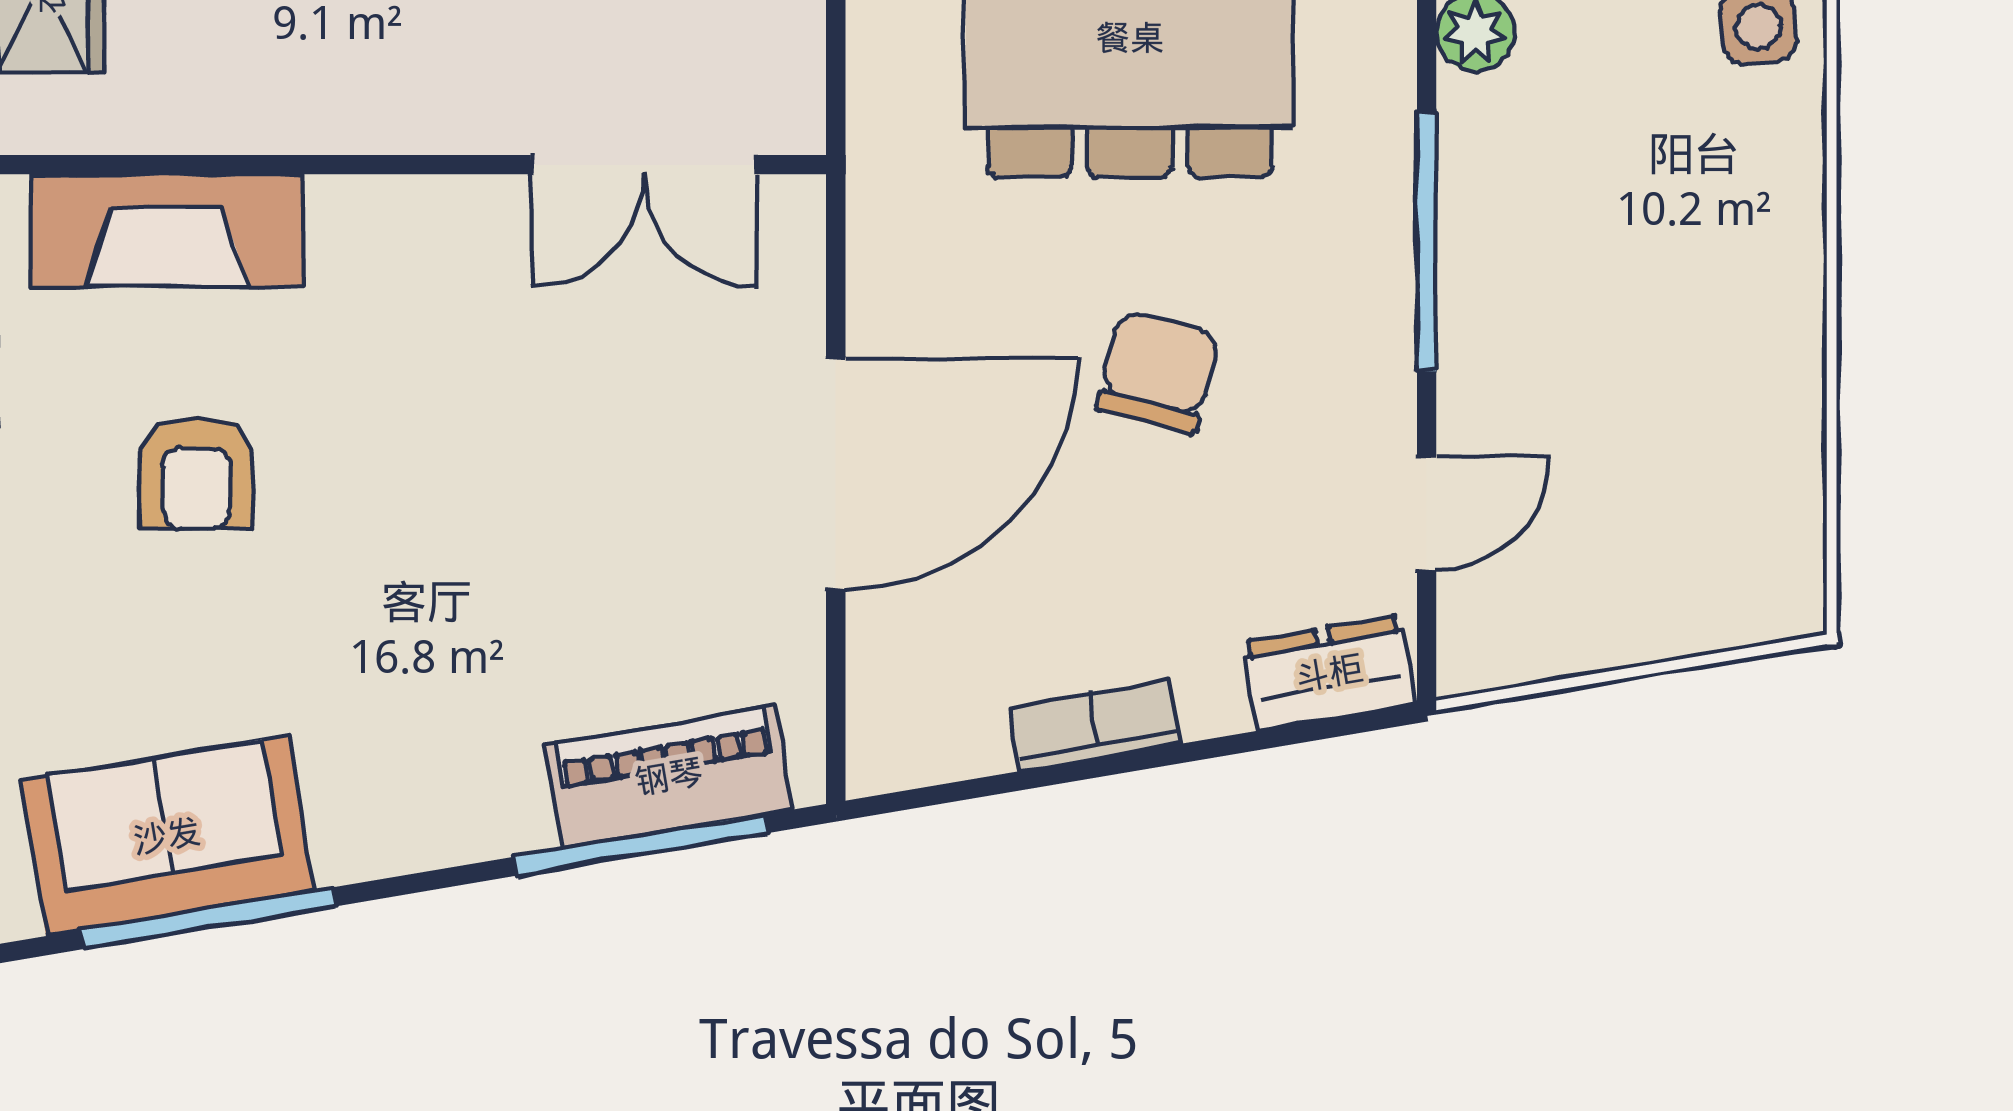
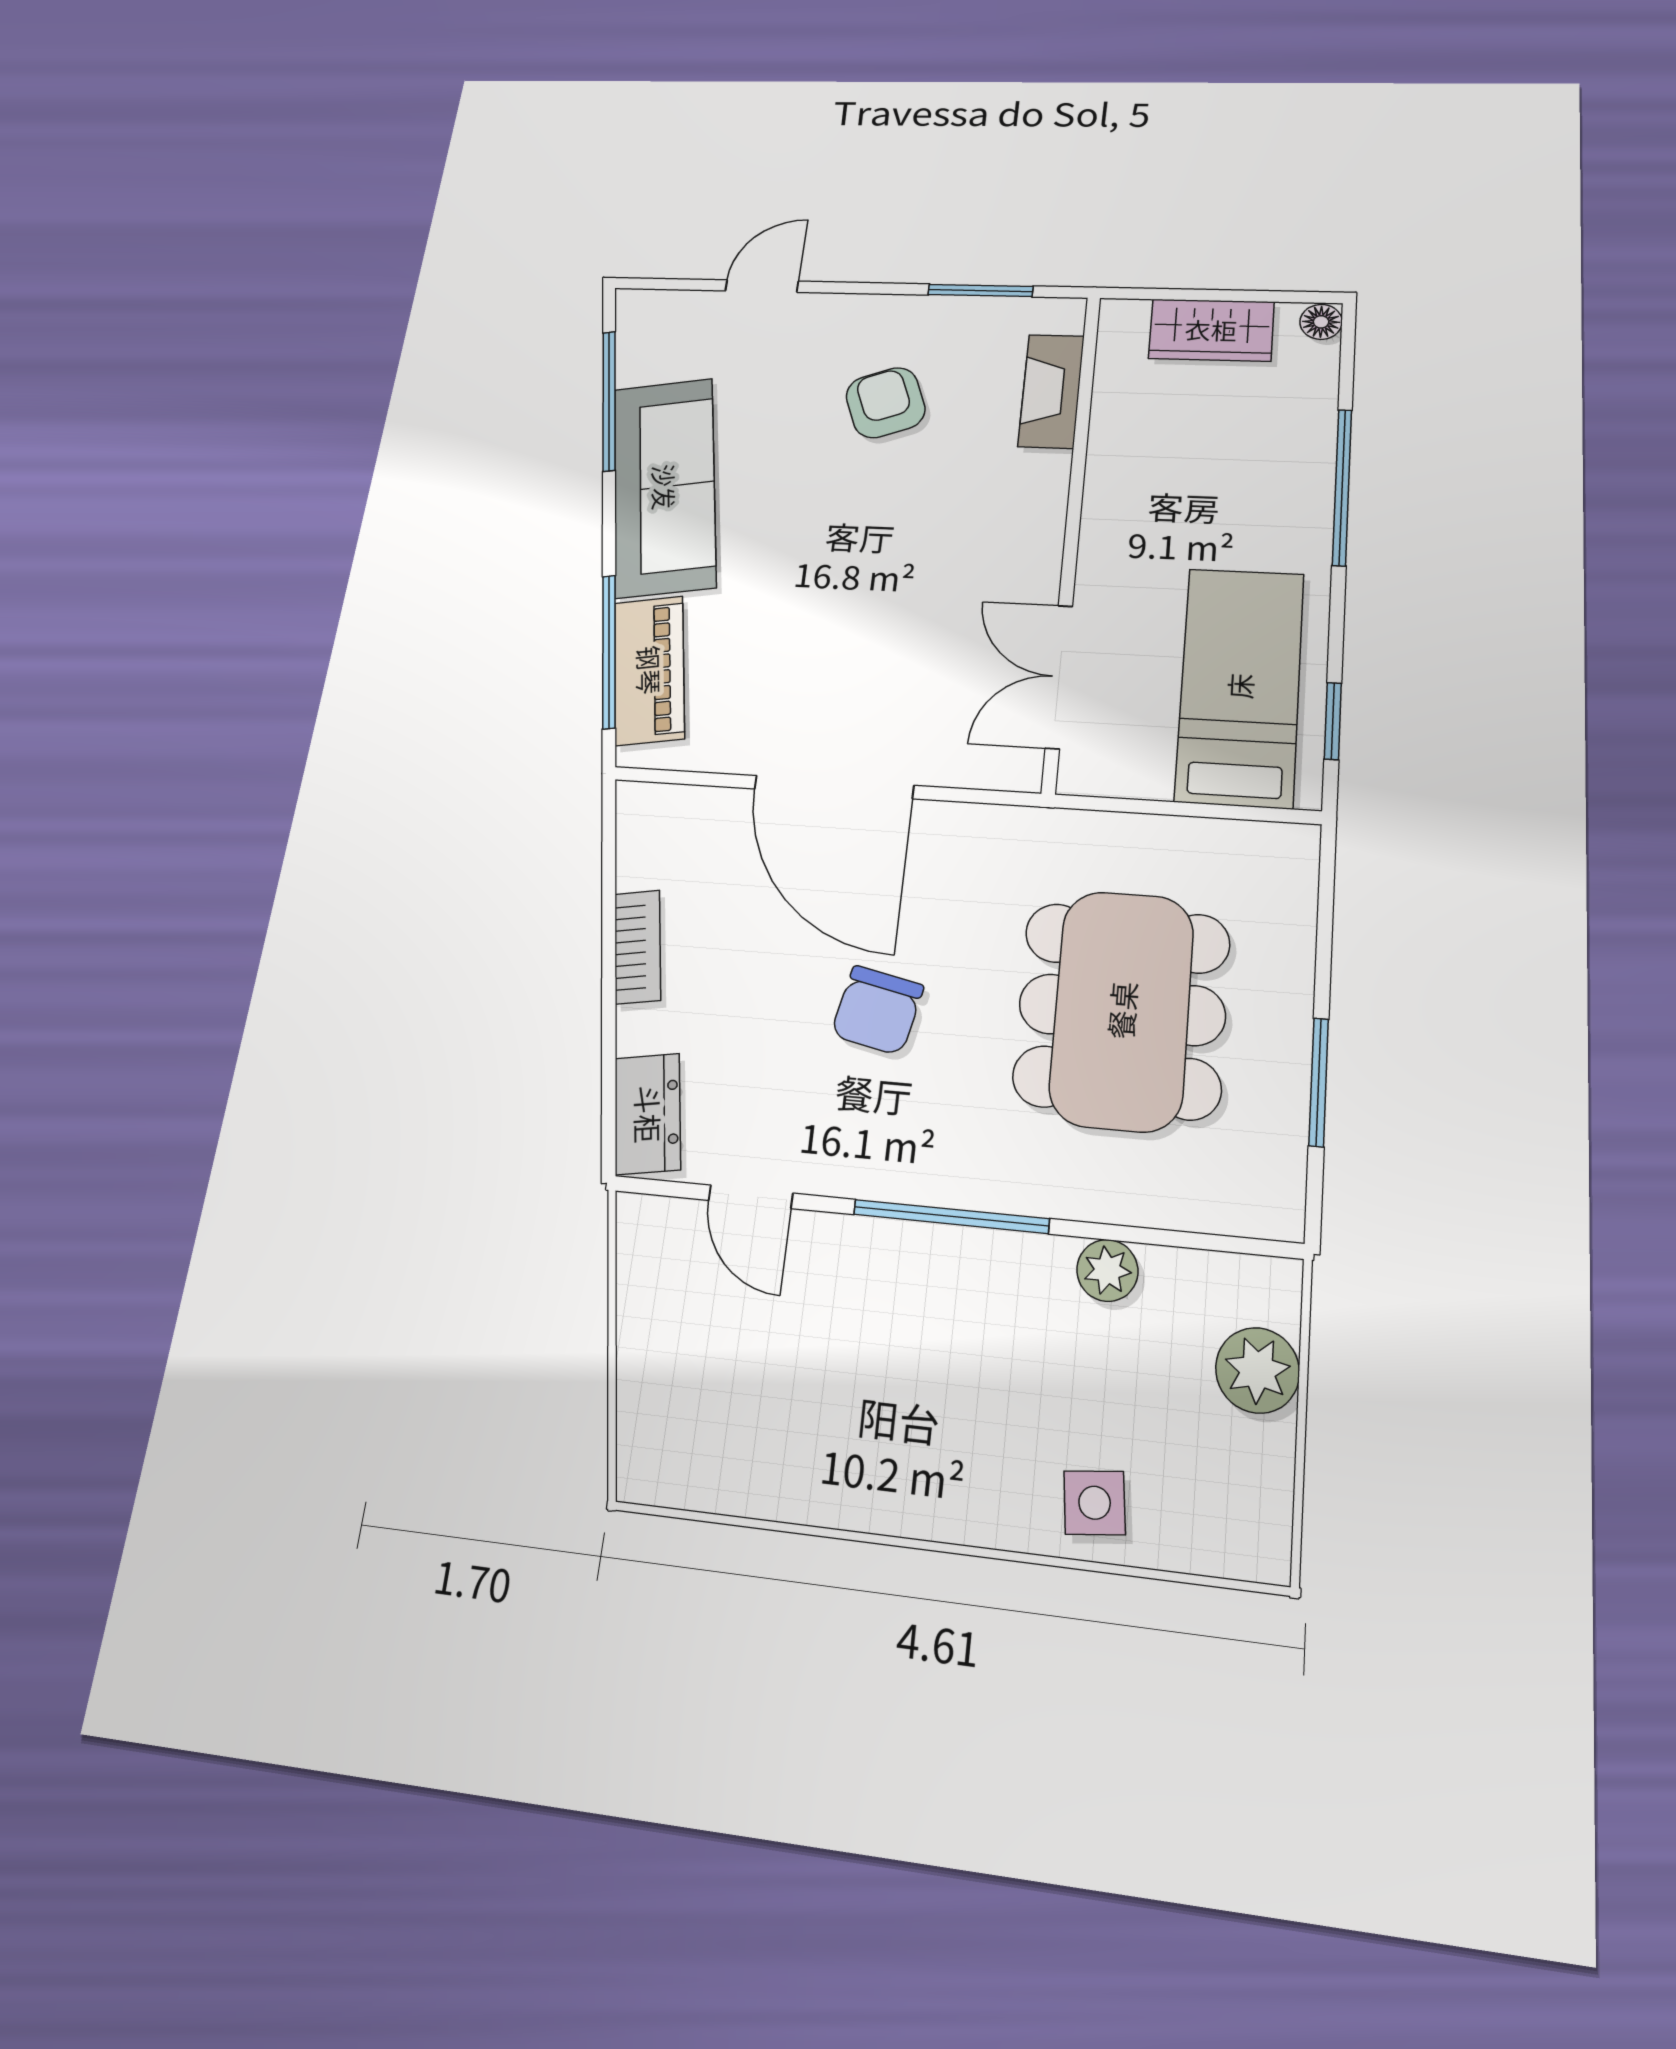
fireplace: (167, 230) -> (1051, 391), width x0.73, depth x0.76
chair: (1158, 372) -> (877, 1010), turned 88
armchair: (196, 473) -> (886, 403), turned 69
sofa: (167, 836) -> (664, 487), moved, width x1.36

